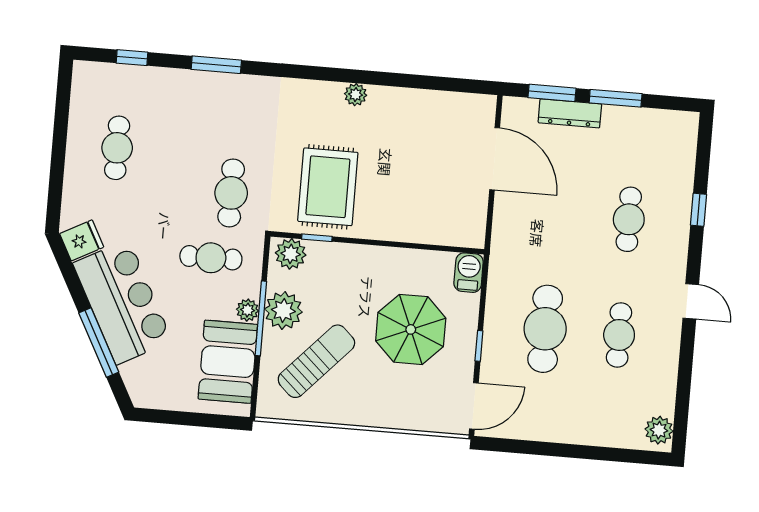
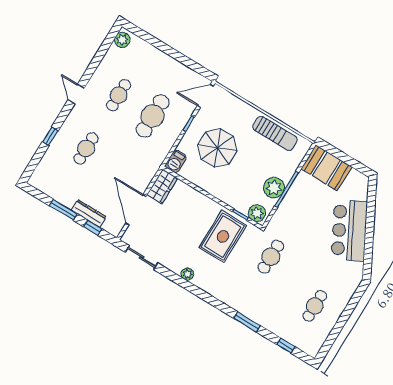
sliding door: (446, 84) -> (141, 257), added
window: (552, 93) -> (93, 228), width x0.67
wardrobe: (470, 220) -> (162, 186), added
fridge: (82, 240) -> (354, 270), removed
cafe table: (211, 258) -> (296, 230), removed
plant: (248, 310) -> (291, 197), removed
window: (99, 342) -> (370, 217), removed
sun lounger: (316, 361) -> (275, 133), moved, turned -133
booth: (228, 362) -> (326, 168), moved, turned 90

